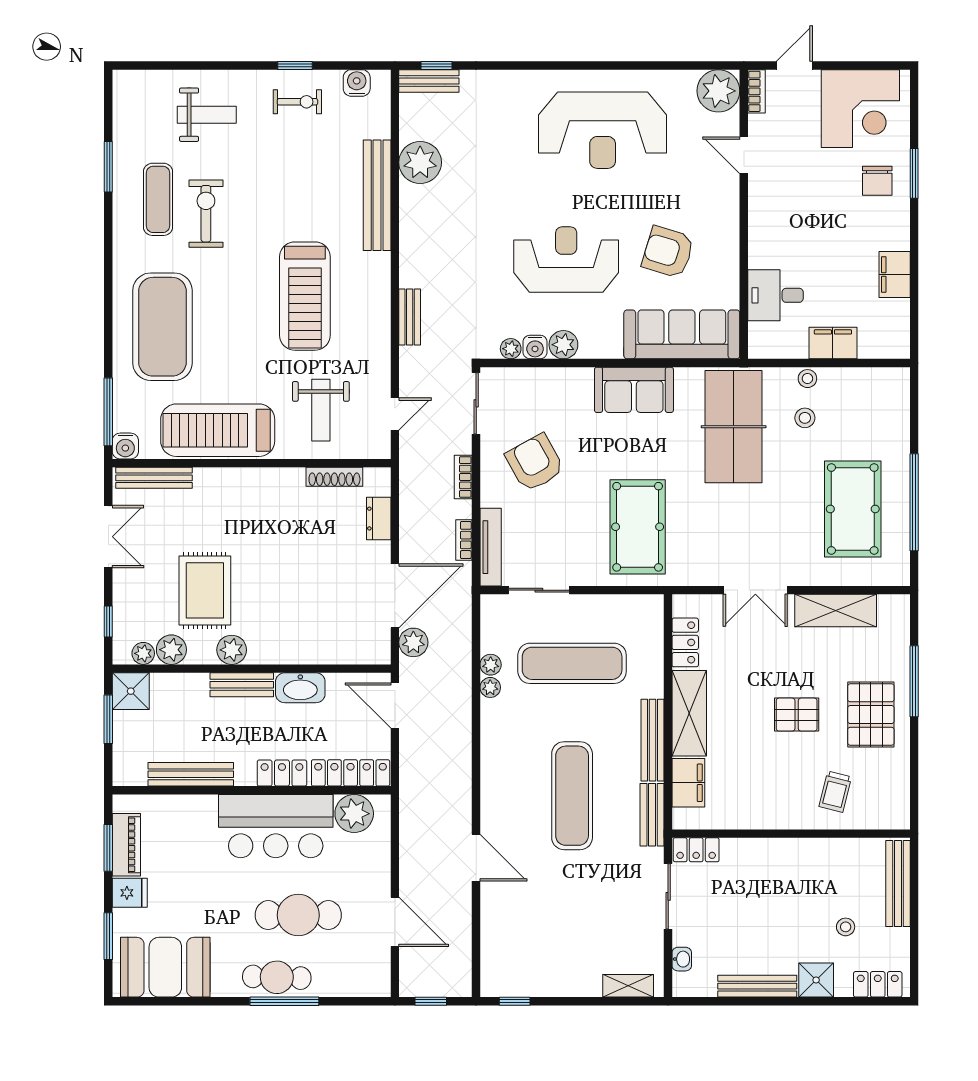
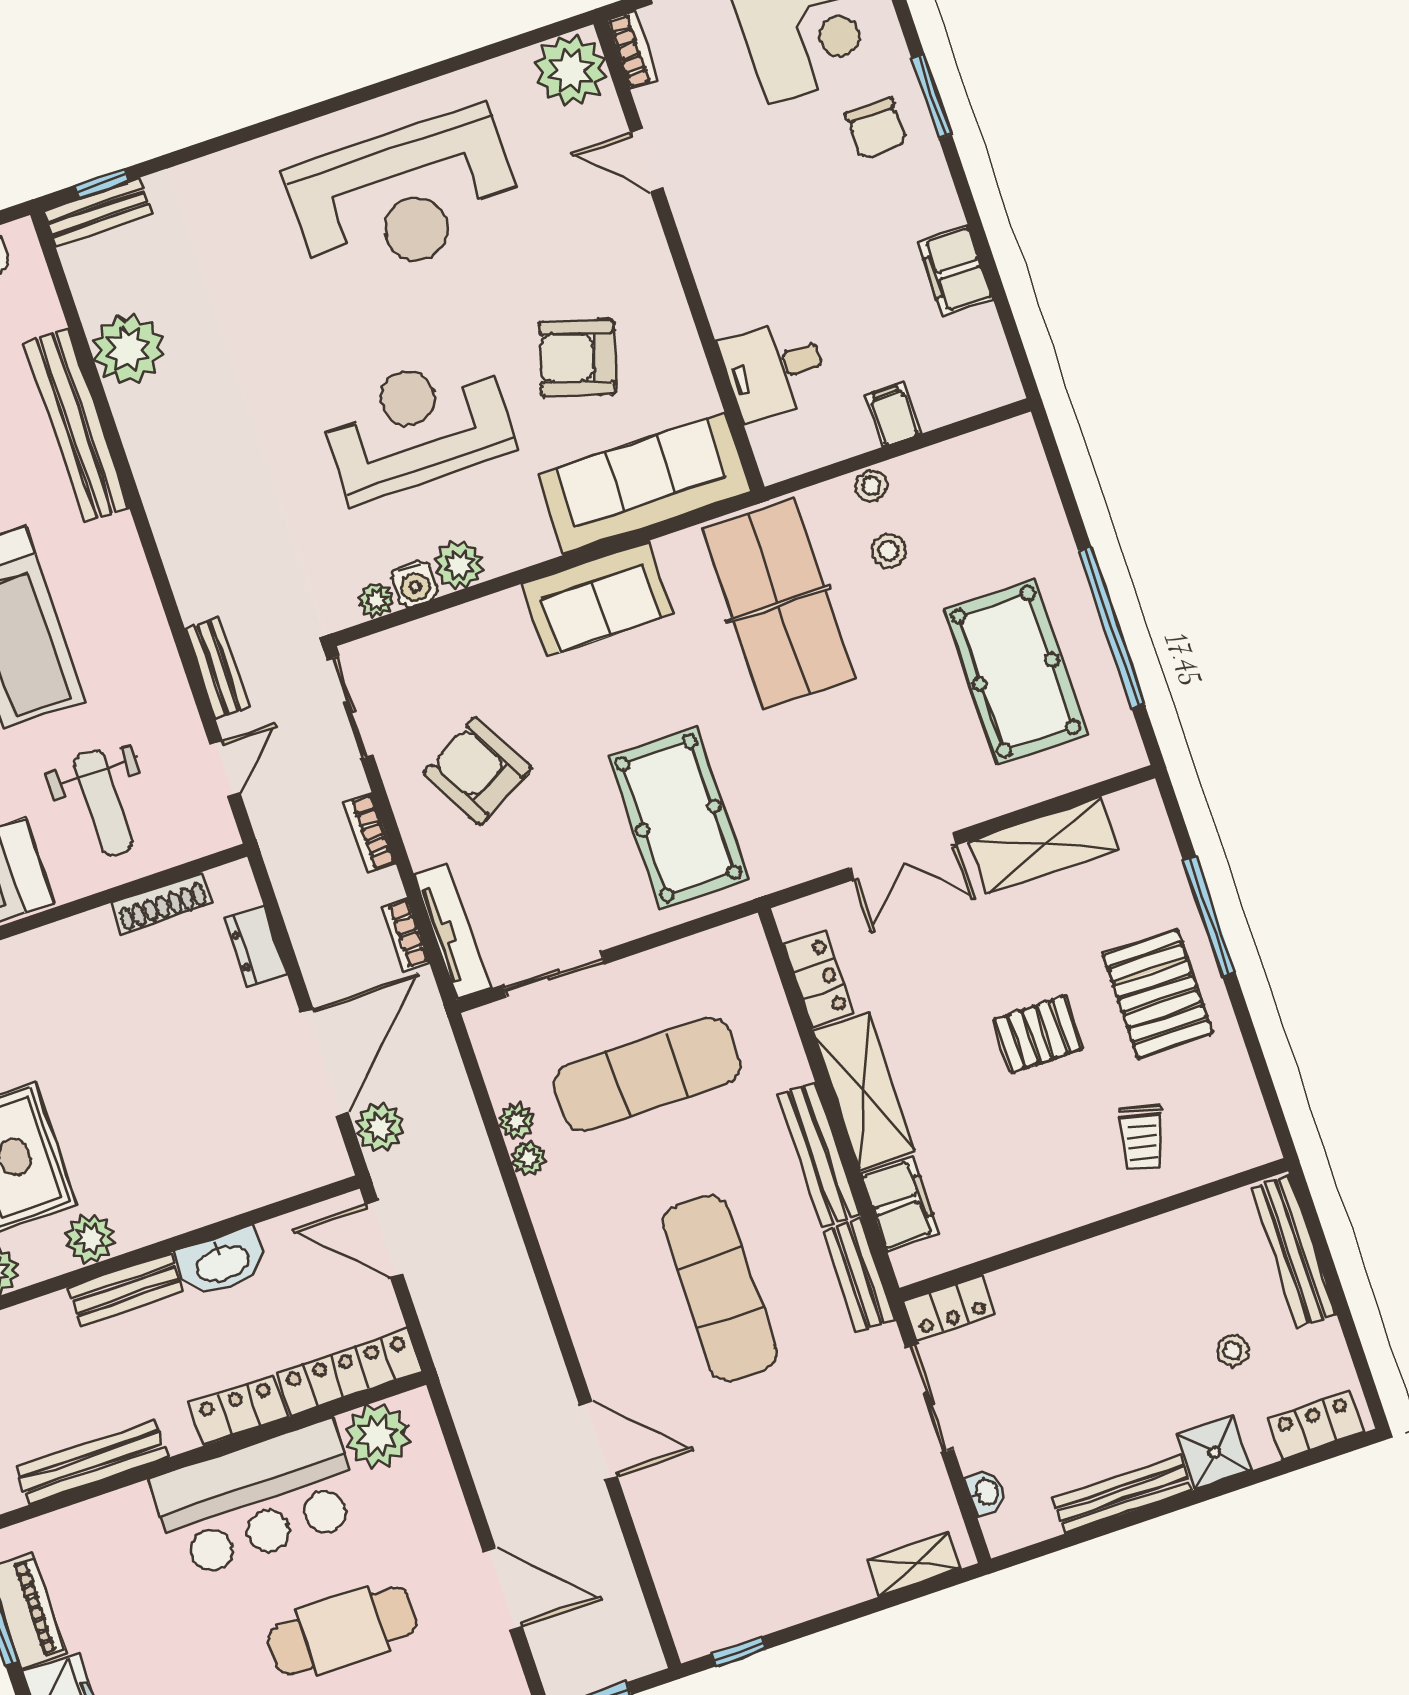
bench: (410, 317) -> (217, 668), moved
filing cabinet: (833, 343) -> (893, 415), width x0.50

